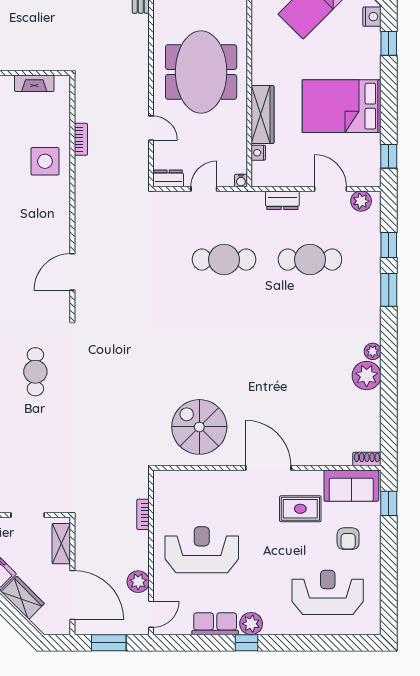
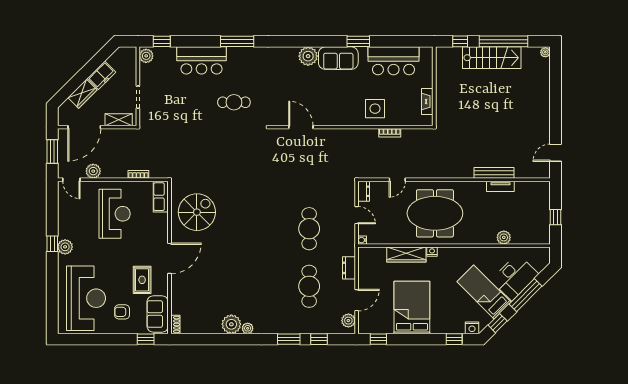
nightstand: (258, 153) -> (432, 252), moved
reception desk: (328, 592) -> (86, 298), width x1.36, depth x1.30
row of seats: (215, 624) -> (161, 197), moved, turned 180

